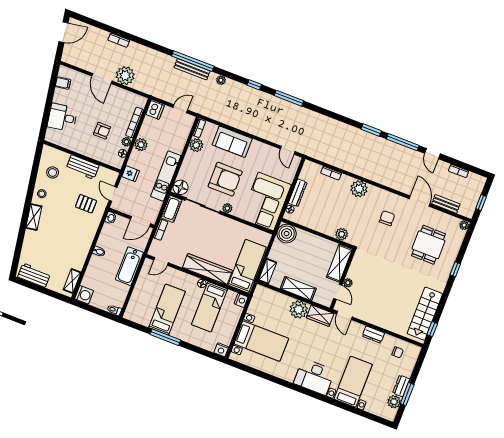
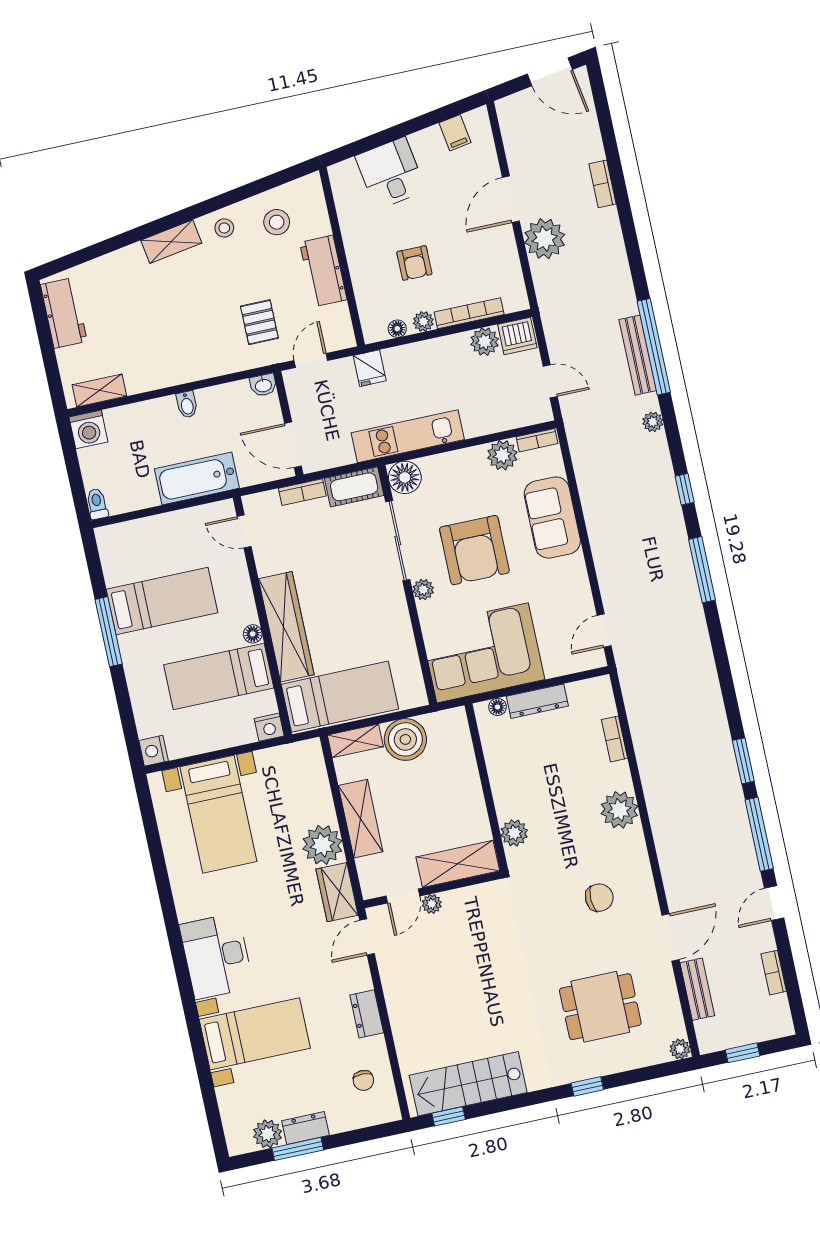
plant: (141, 145) -> (485, 342), moved
boiler: (287, 234) -> (405, 739), moved

